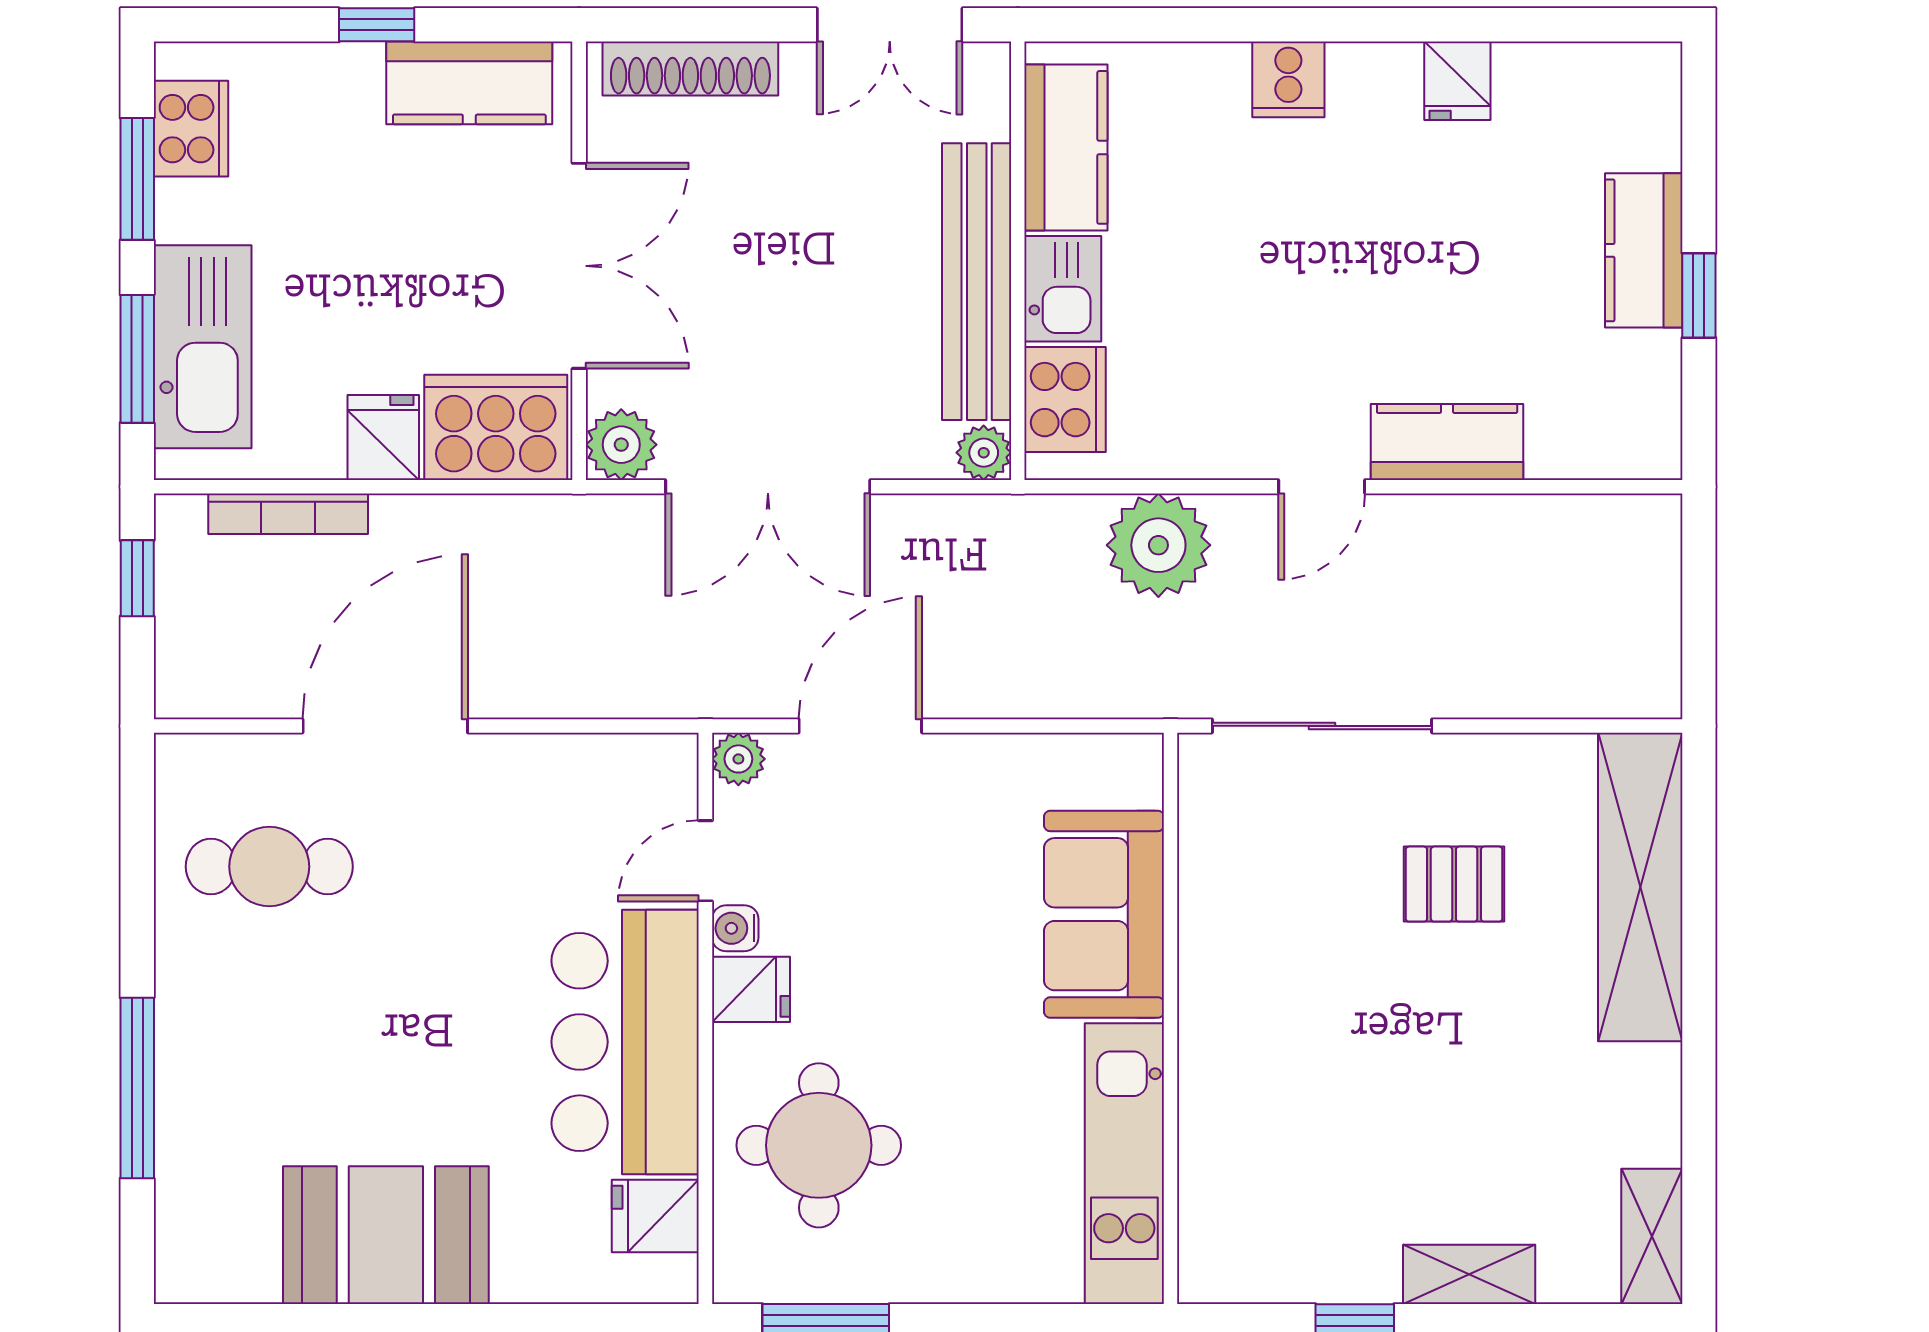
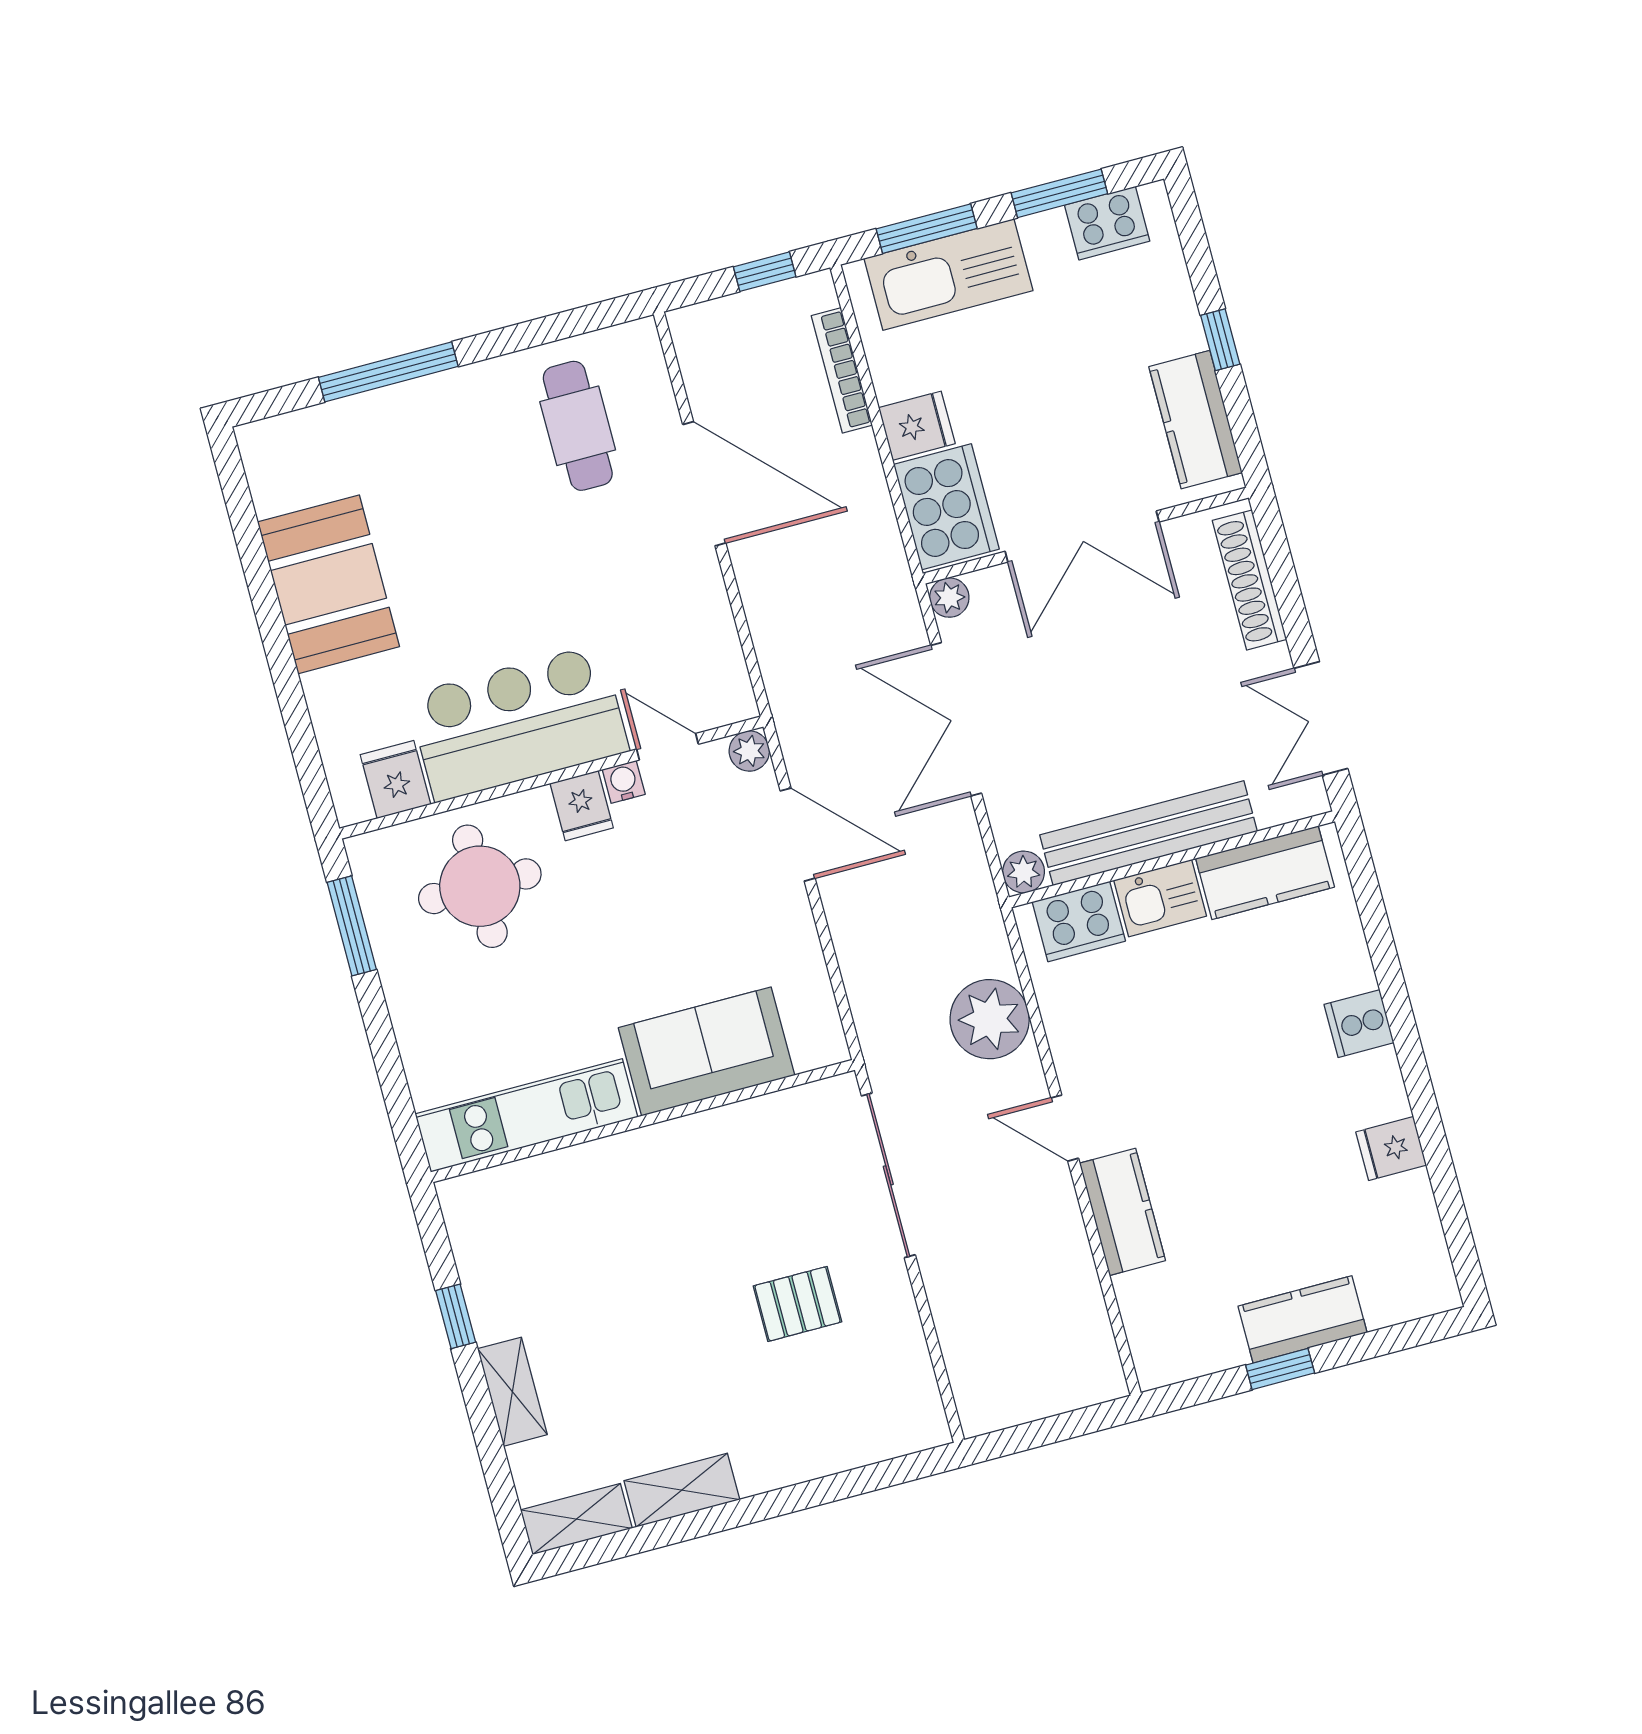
plant: (621, 445) -> (949, 598), width x0.73, depth x0.73
pallet: (1454, 884) -> (797, 1304), turned 90
shelving: (1640, 887) -> (682, 1490), moved, width x0.45, depth x0.75

